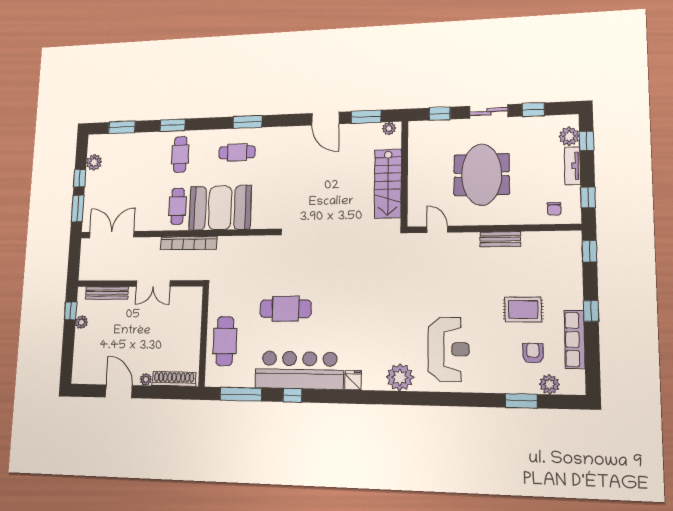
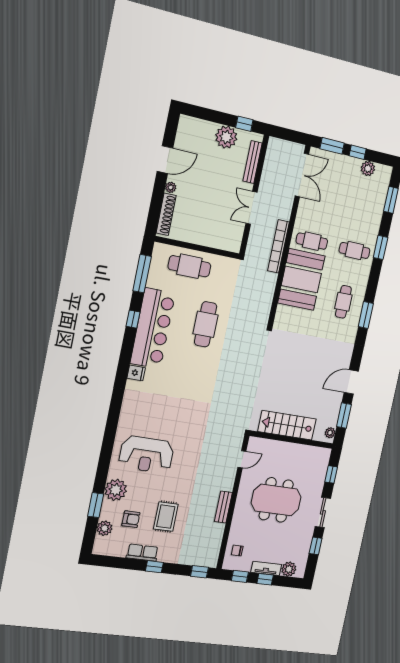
window: (587, 141) -> (265, 579), moved
plant: (82, 322) -> (226, 137), width x1.87, depth x1.87
row of seats: (575, 339) -> (142, 553), width x0.68
plant: (400, 377) -> (116, 490), moved

